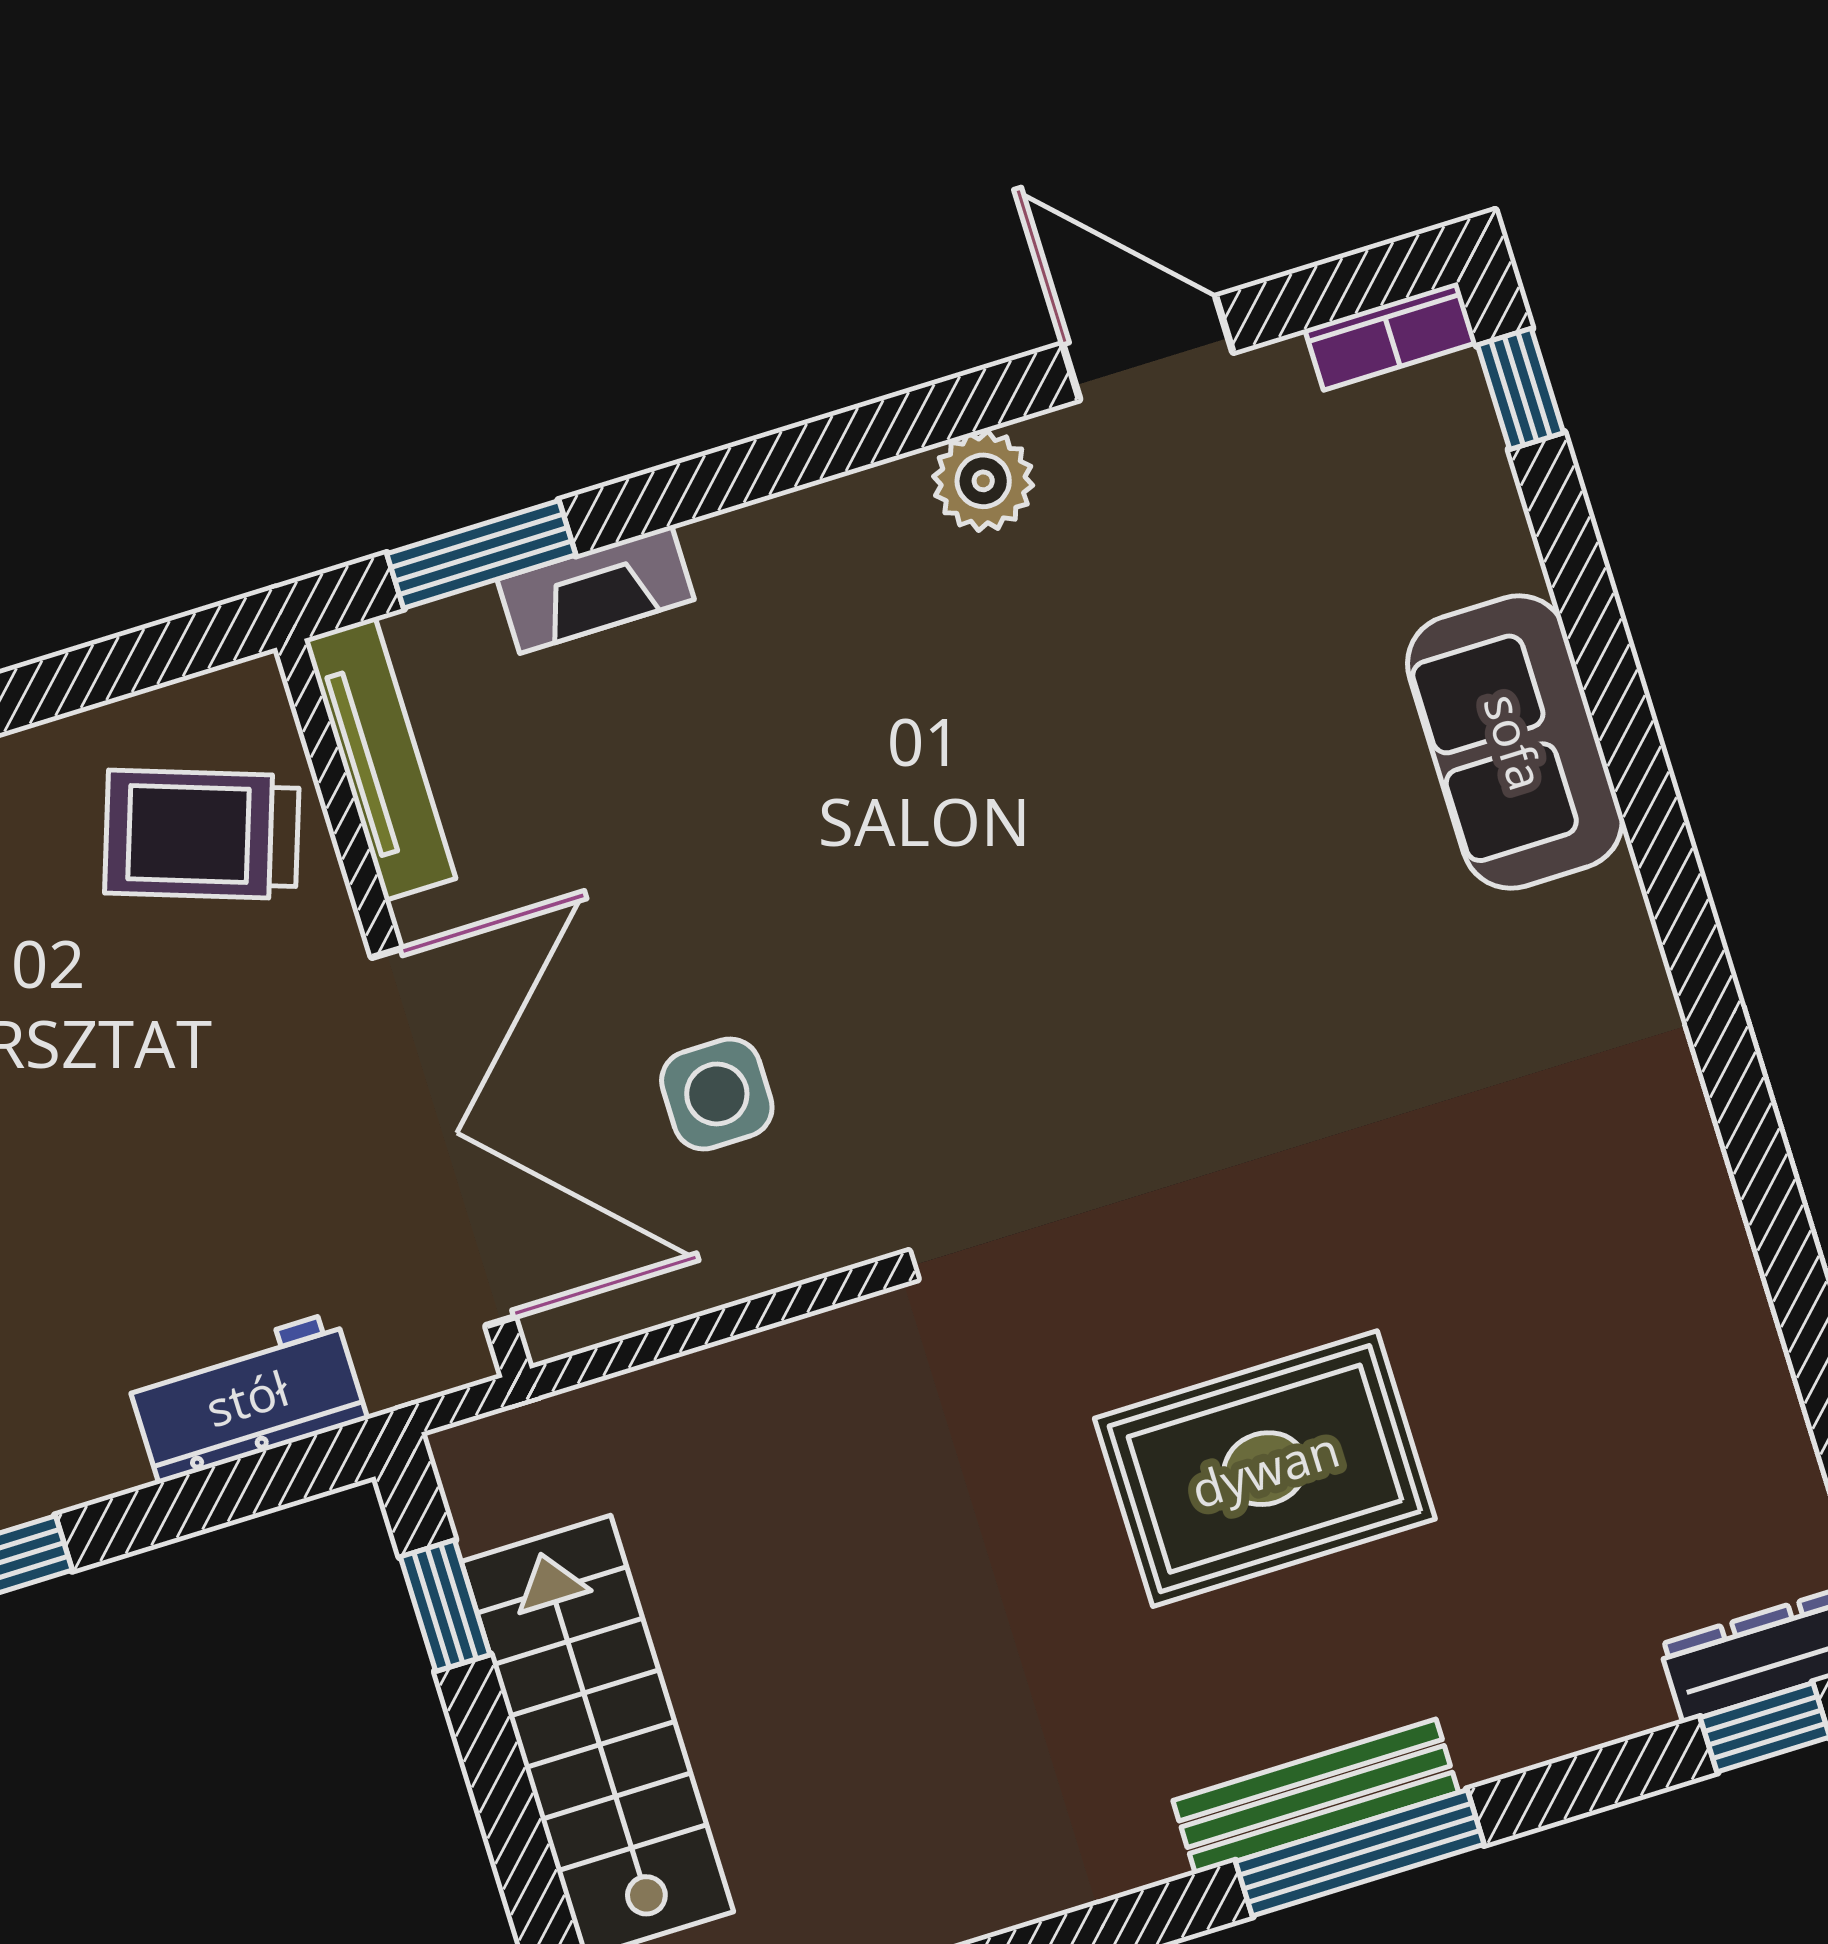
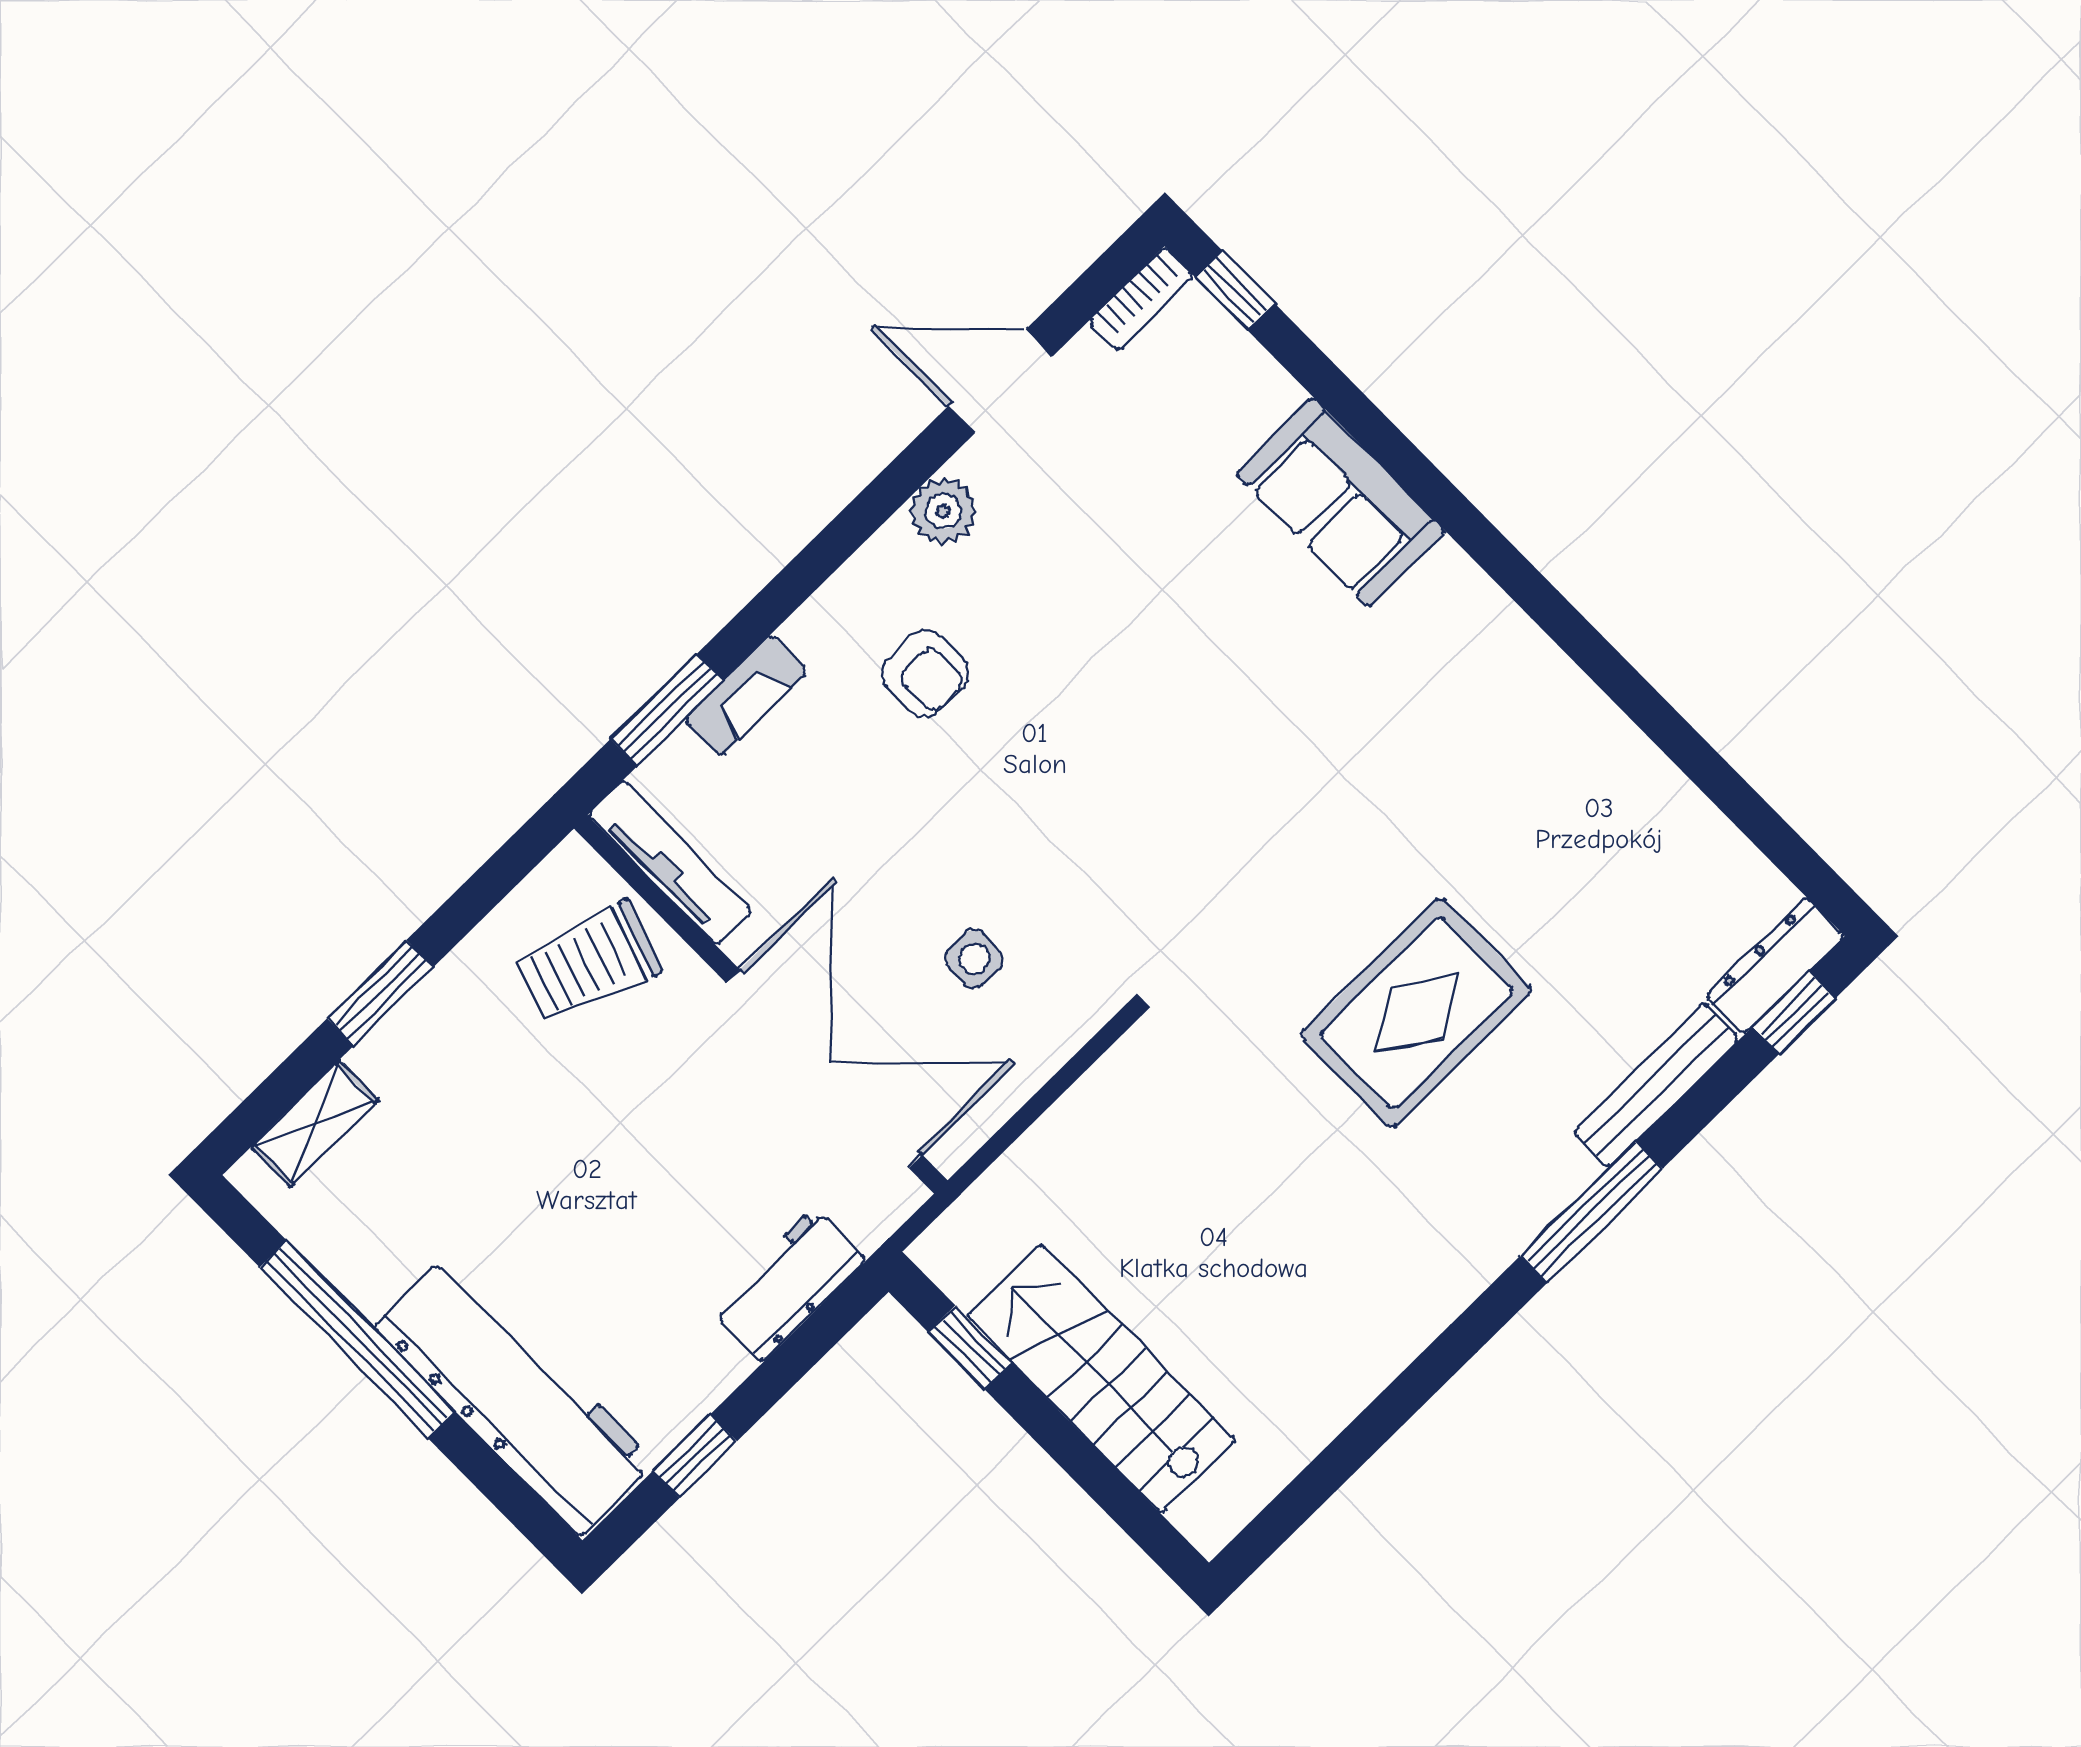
armchair: (848, 683) -> (925, 673), added
side table: (717, 1094) -> (974, 959), width x0.73, depth x0.73
bench: (1316, 1797) -> (1656, 1085), moved

